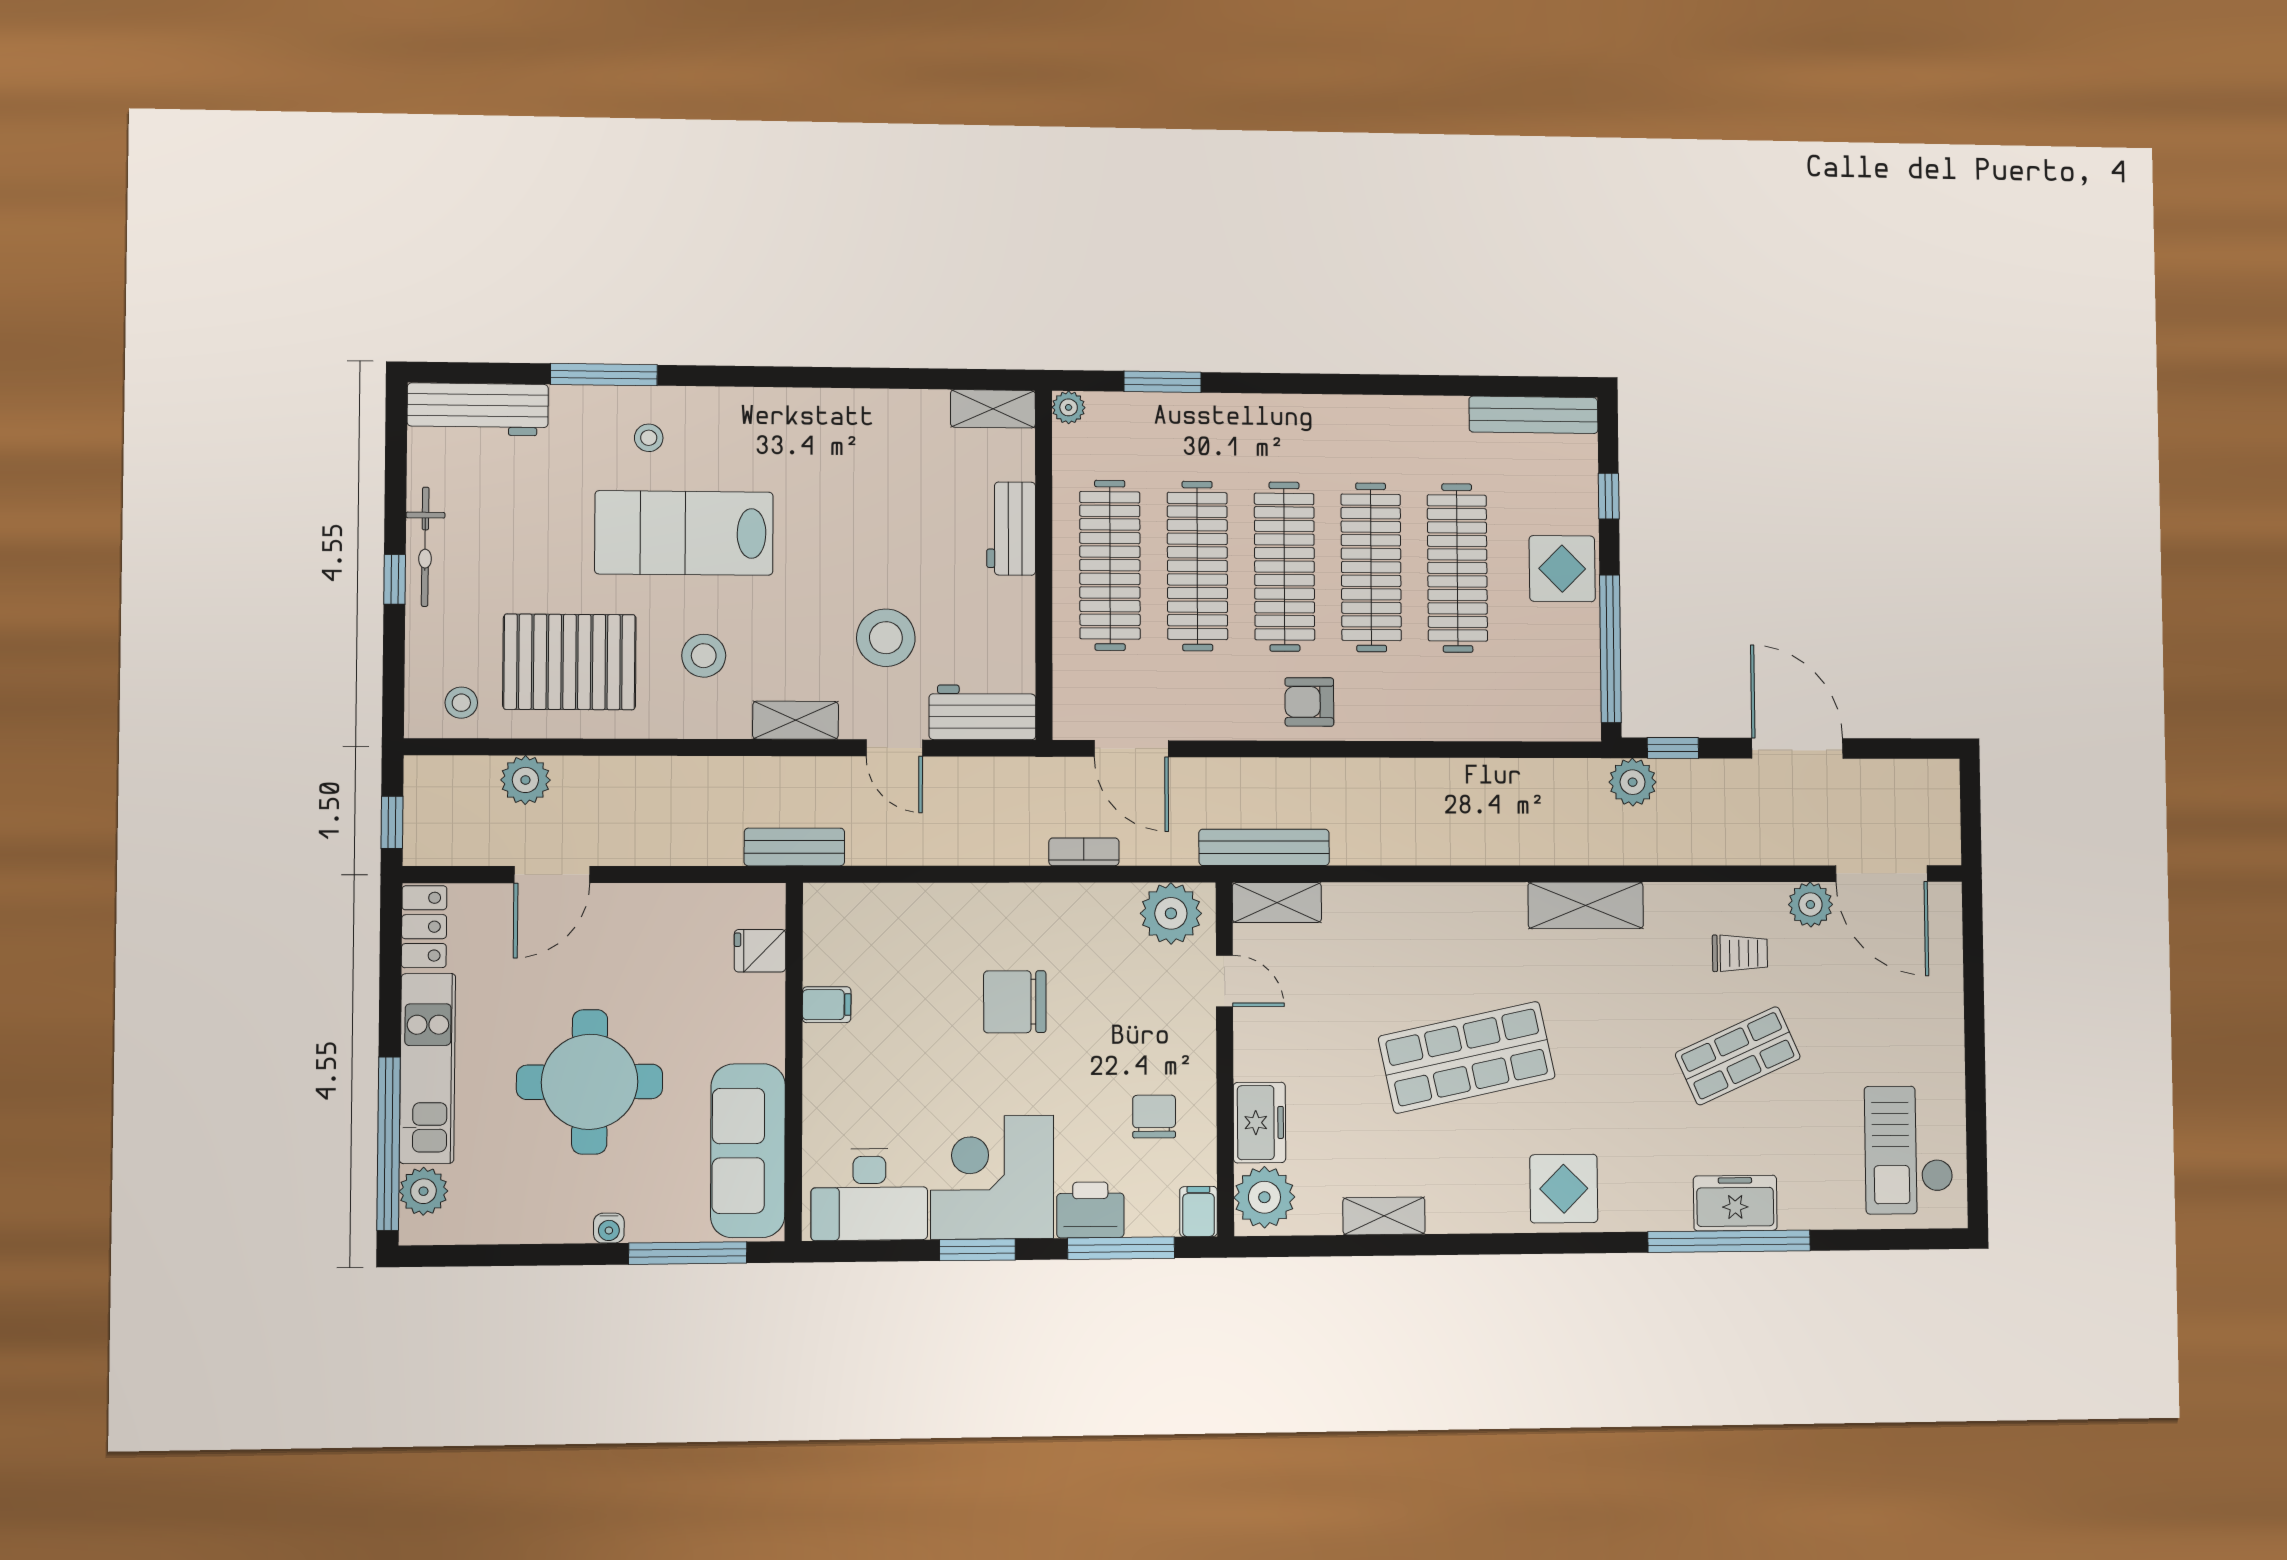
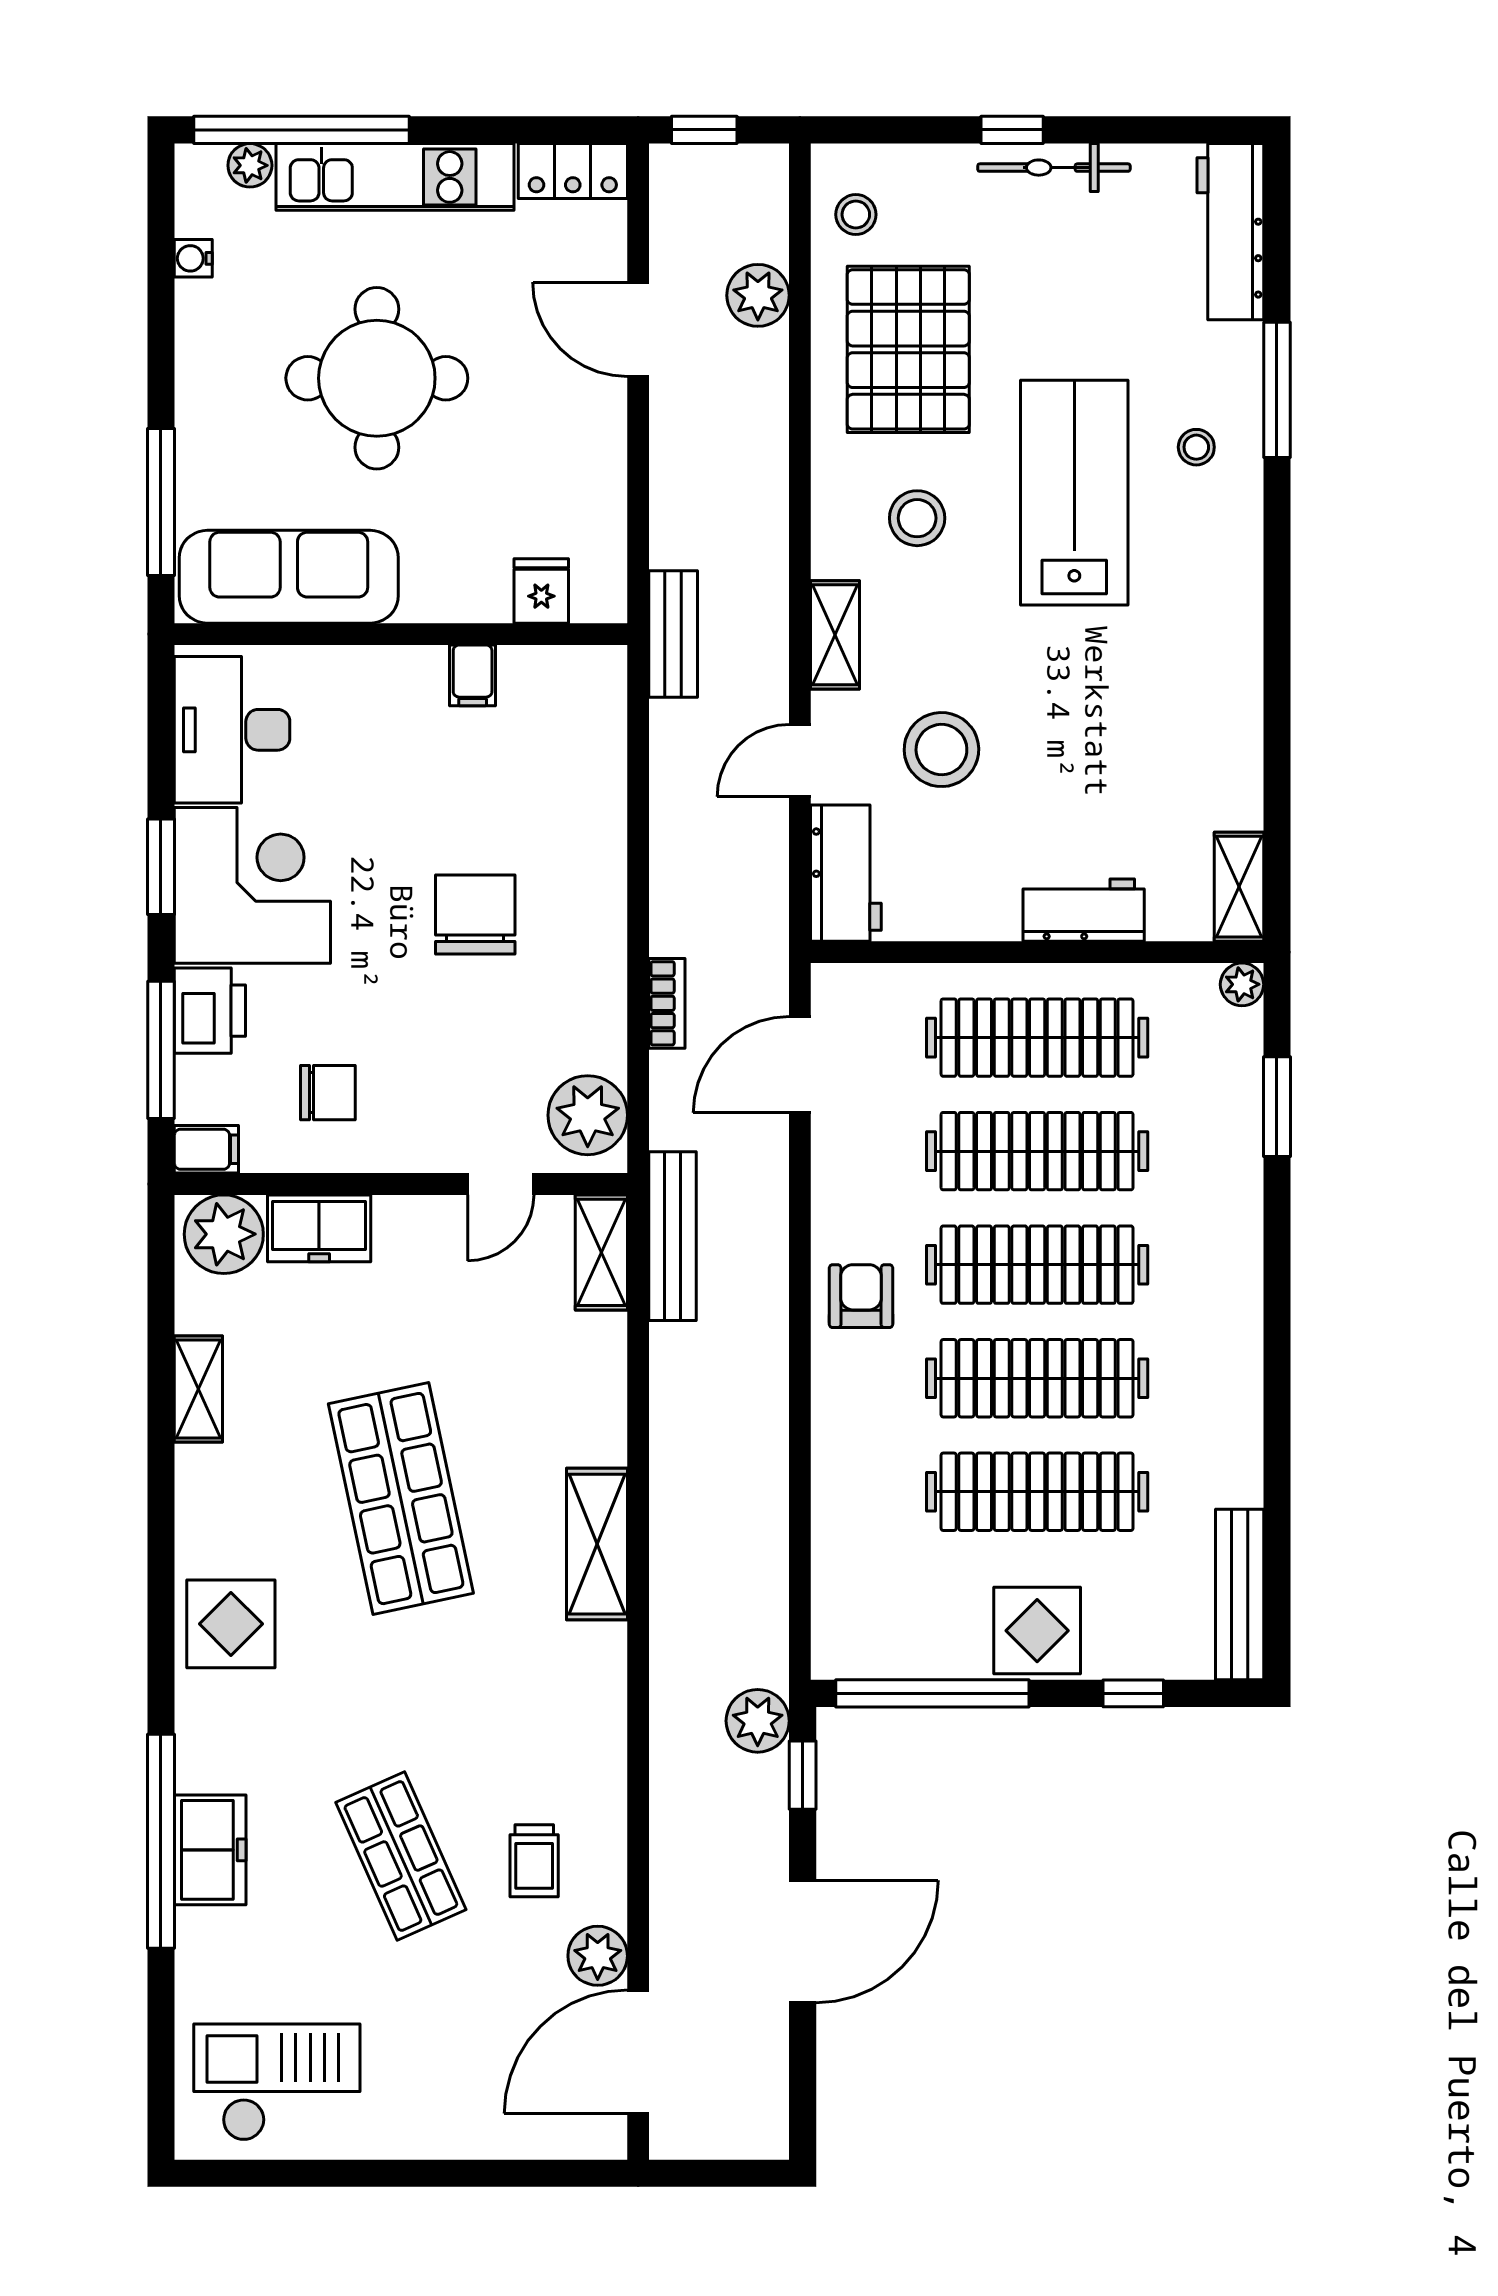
shelving: (1586, 905) -> (597, 1544), moved
plant: (423, 1191) -> (250, 165), width x0.73, depth x0.73
water cooler: (609, 1228) -> (193, 258), moved

